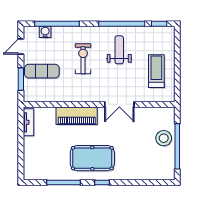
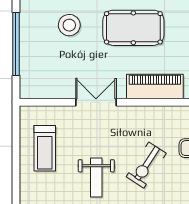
exercise bike: (83, 59) -> (146, 165), turned 33
stool: (164, 138) -> (69, 25), moved

